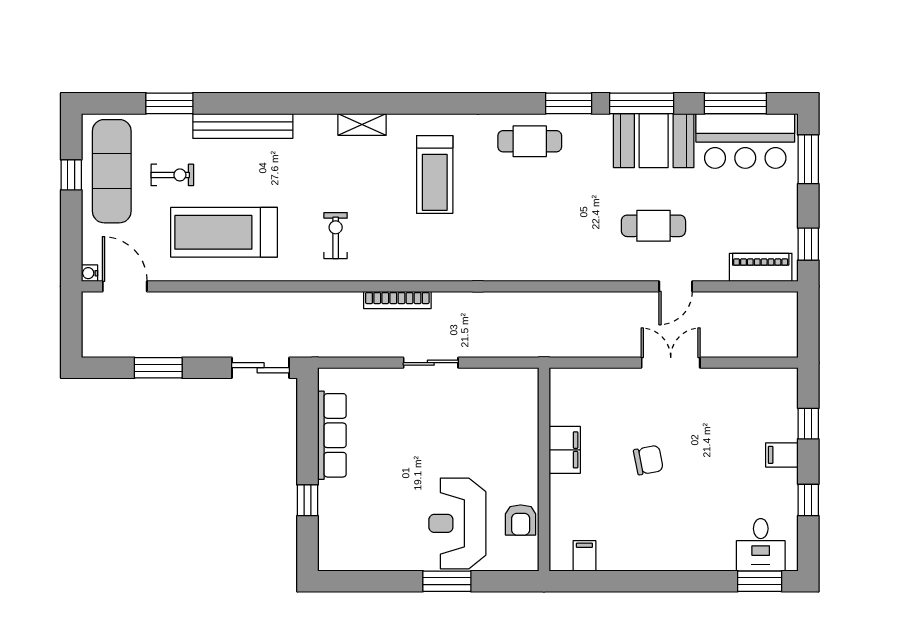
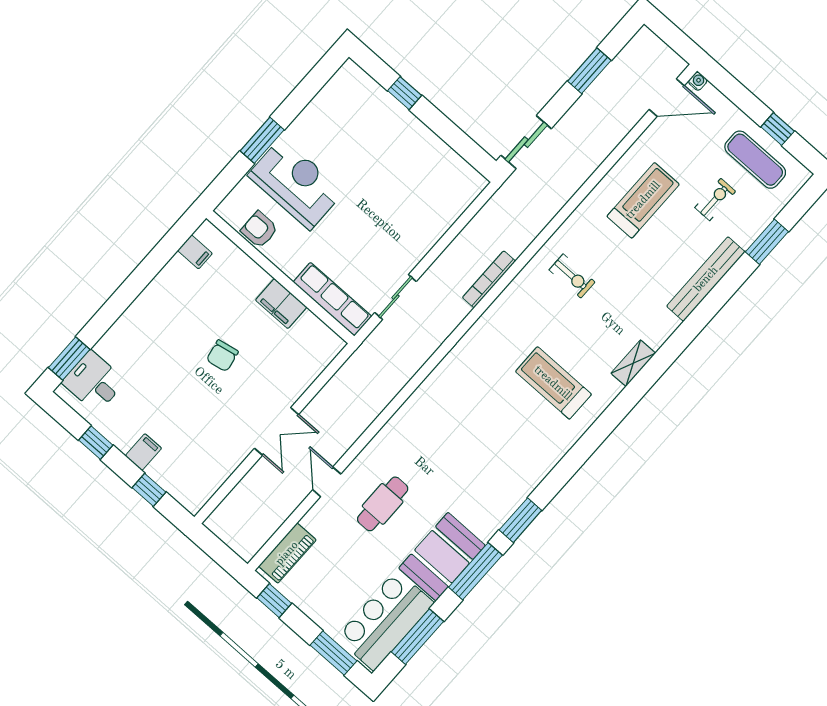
cafe table: (530, 141) -> (518, 470), removed
exercise mat: (112, 171) -> (755, 160), width x0.73, depth x0.69
exercise bike: (172, 175) -> (715, 200), turned 180
treadmill: (224, 232) -> (643, 200), width x0.73, depth x0.73
sliding door: (431, 363) -> (395, 297), moved
row of seats: (332, 435) -> (332, 299), moved, turned 180

